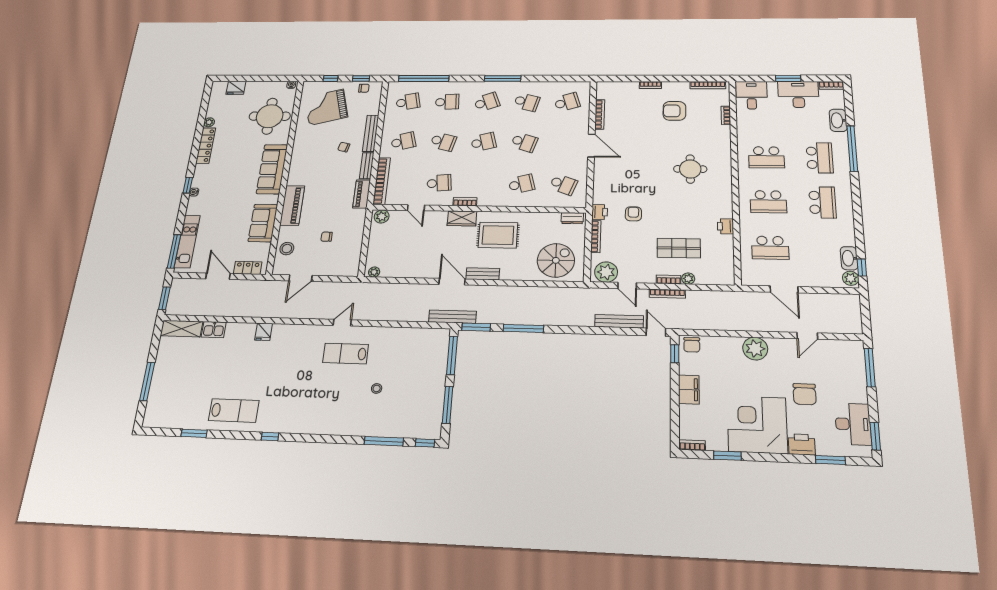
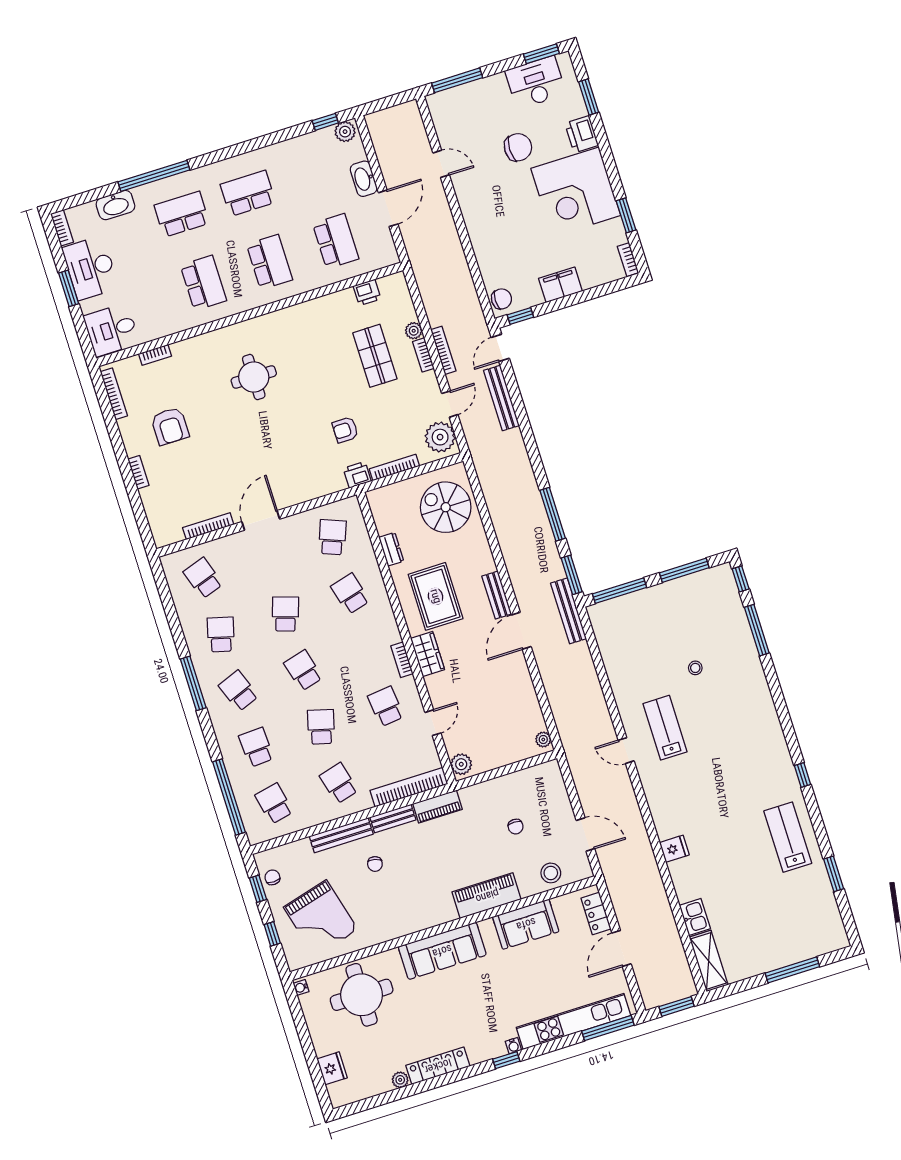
dresser: (572, 218) -> (391, 549), moved
printer: (725, 226) -> (367, 292), moved
kitchen unit: (187, 242) -> (573, 1021), width x1.36
washbasin: (849, 258) -> (364, 179), moved, turned 90
plant: (755, 349) -> (480, 221), removed
lab bench: (346, 354) -> (665, 728), turned 180

